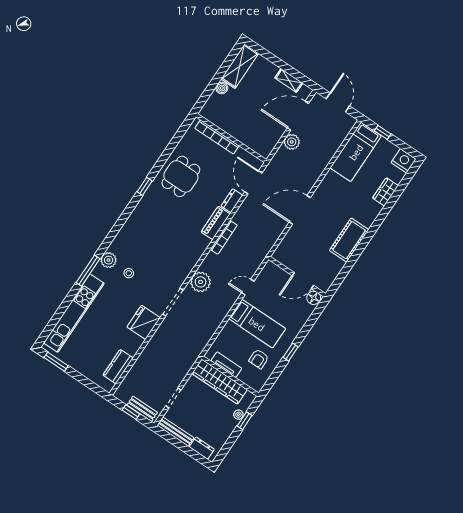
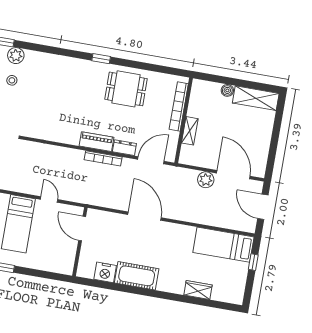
shelving: (289, 80) -> (190, 131), moved
door: (338, 102) -> (263, 207), swing flipped
nightstand: (404, 161) -> (105, 272), moved, turned 90
bookcase: (224, 237) -> (103, 158), moved
door: (303, 280) -> (82, 229), moved
plant: (201, 282) -> (34, 152), removed
floor lamp: (314, 298) -> (67, 267), removed

